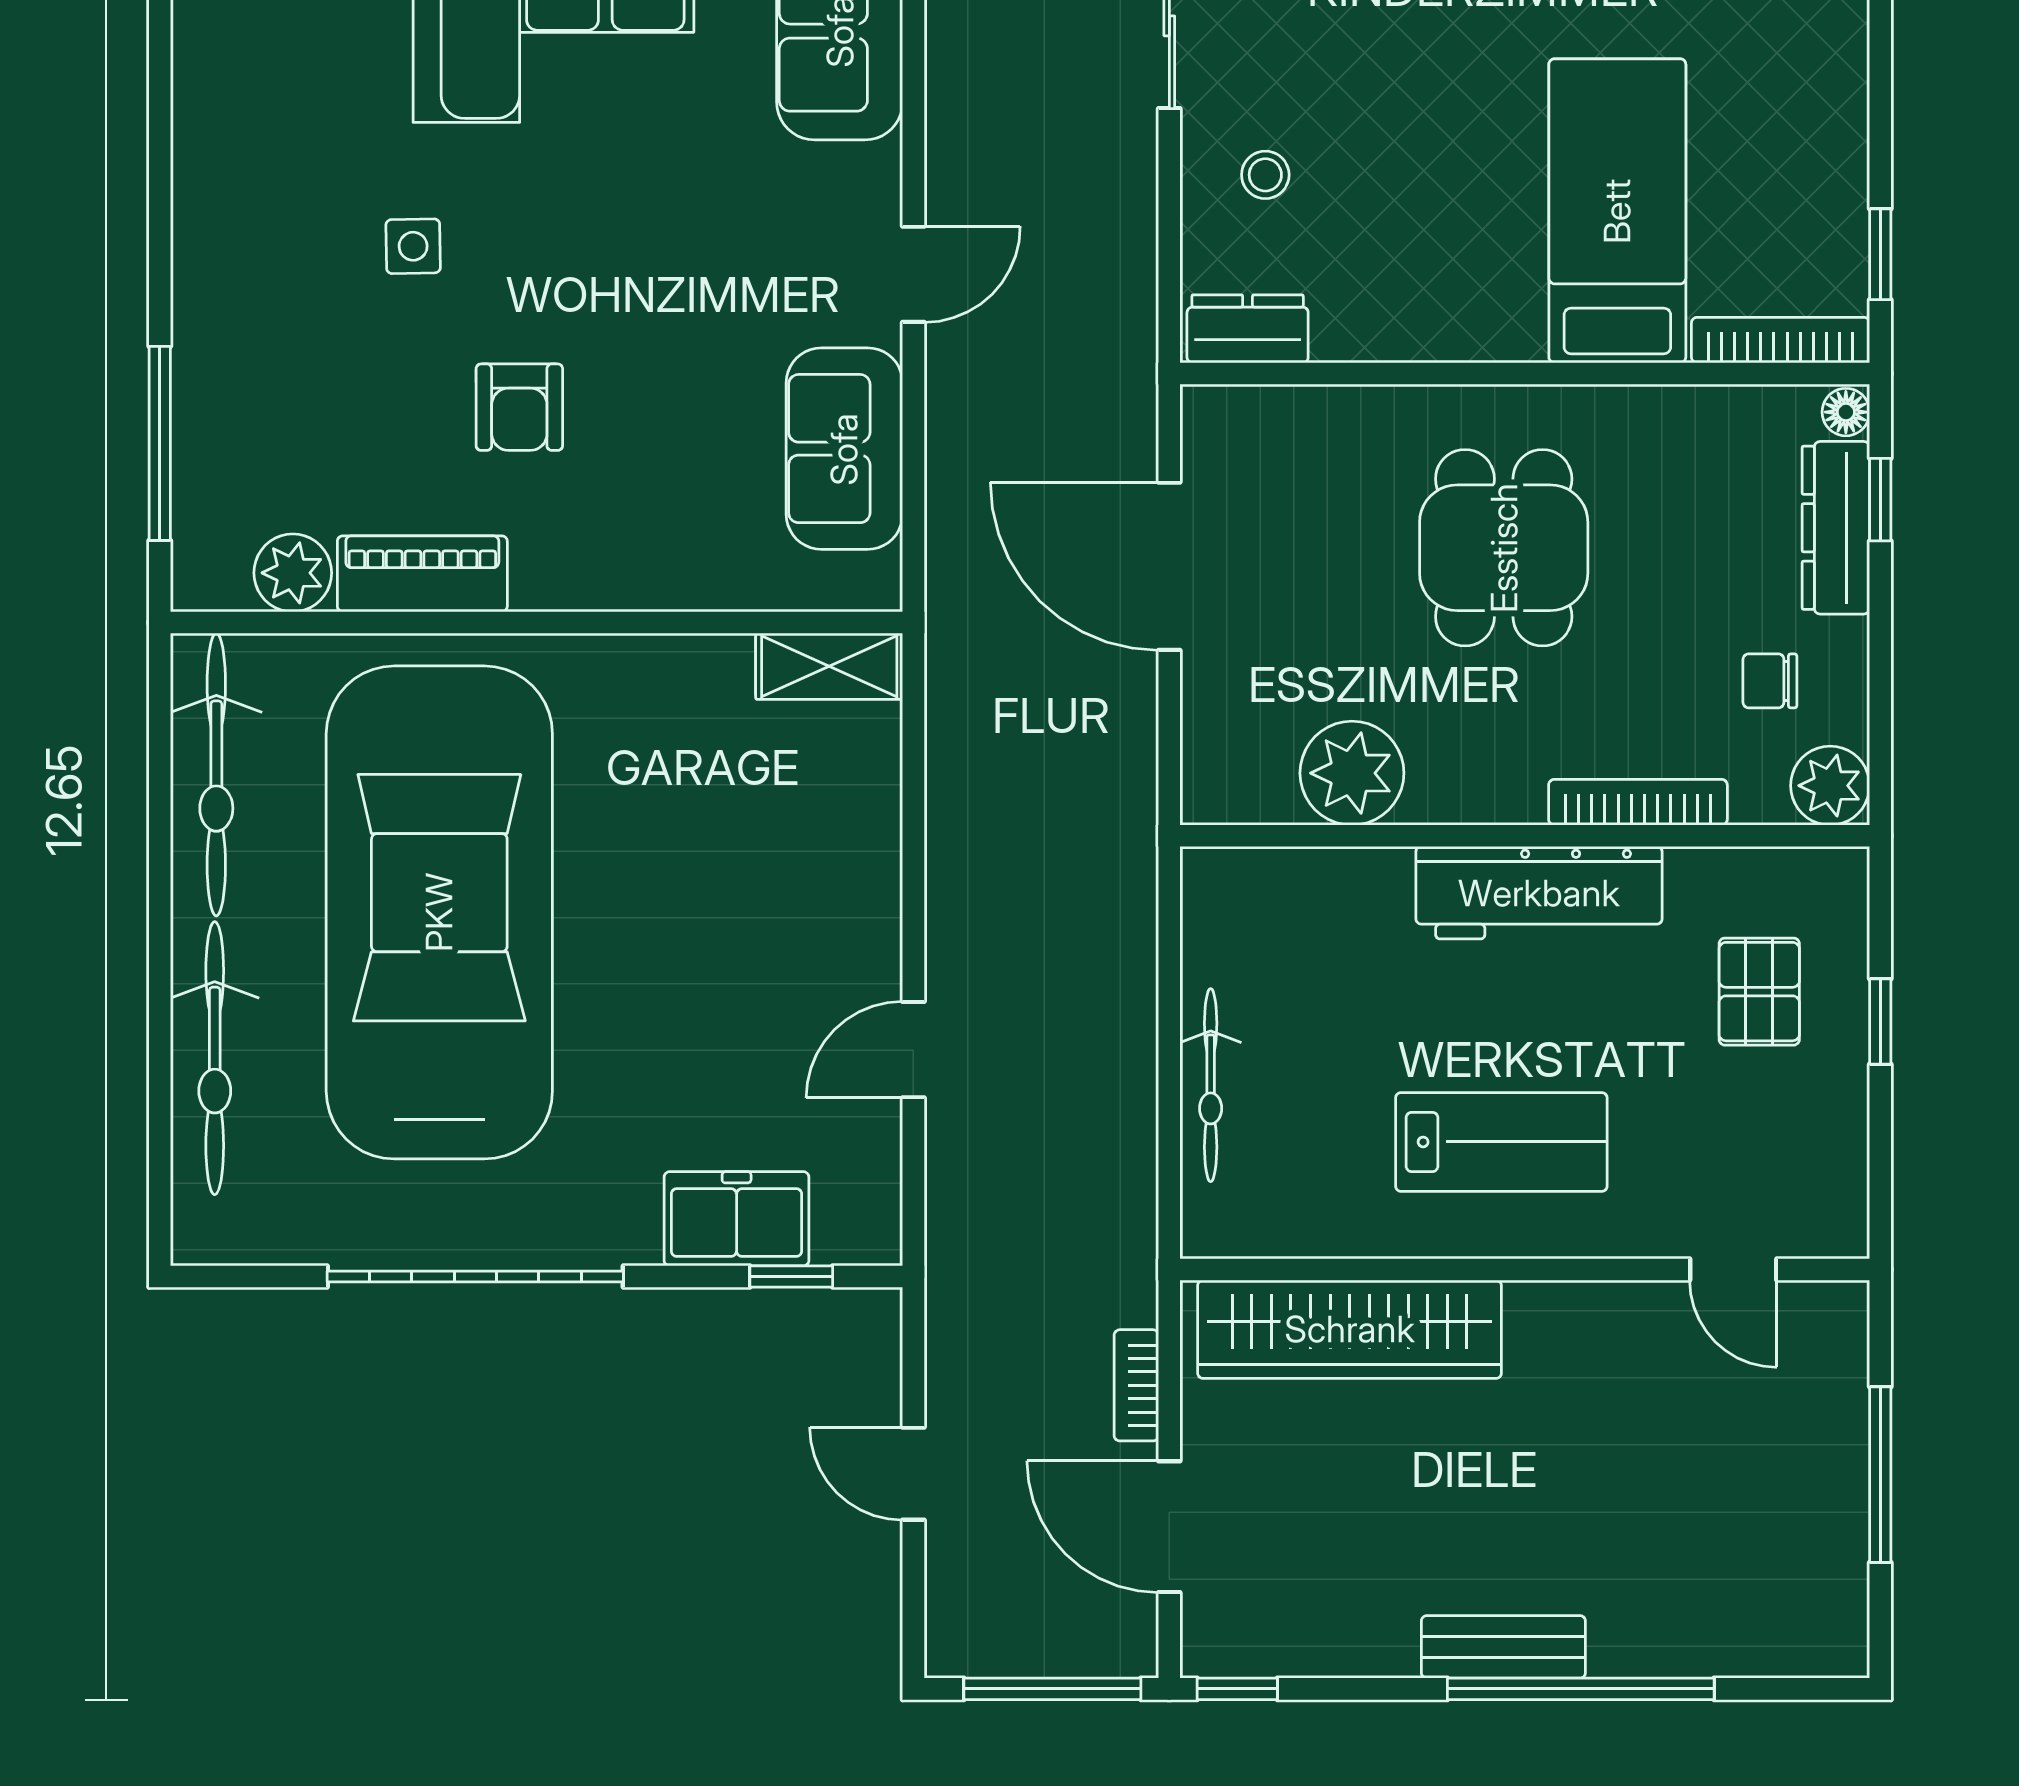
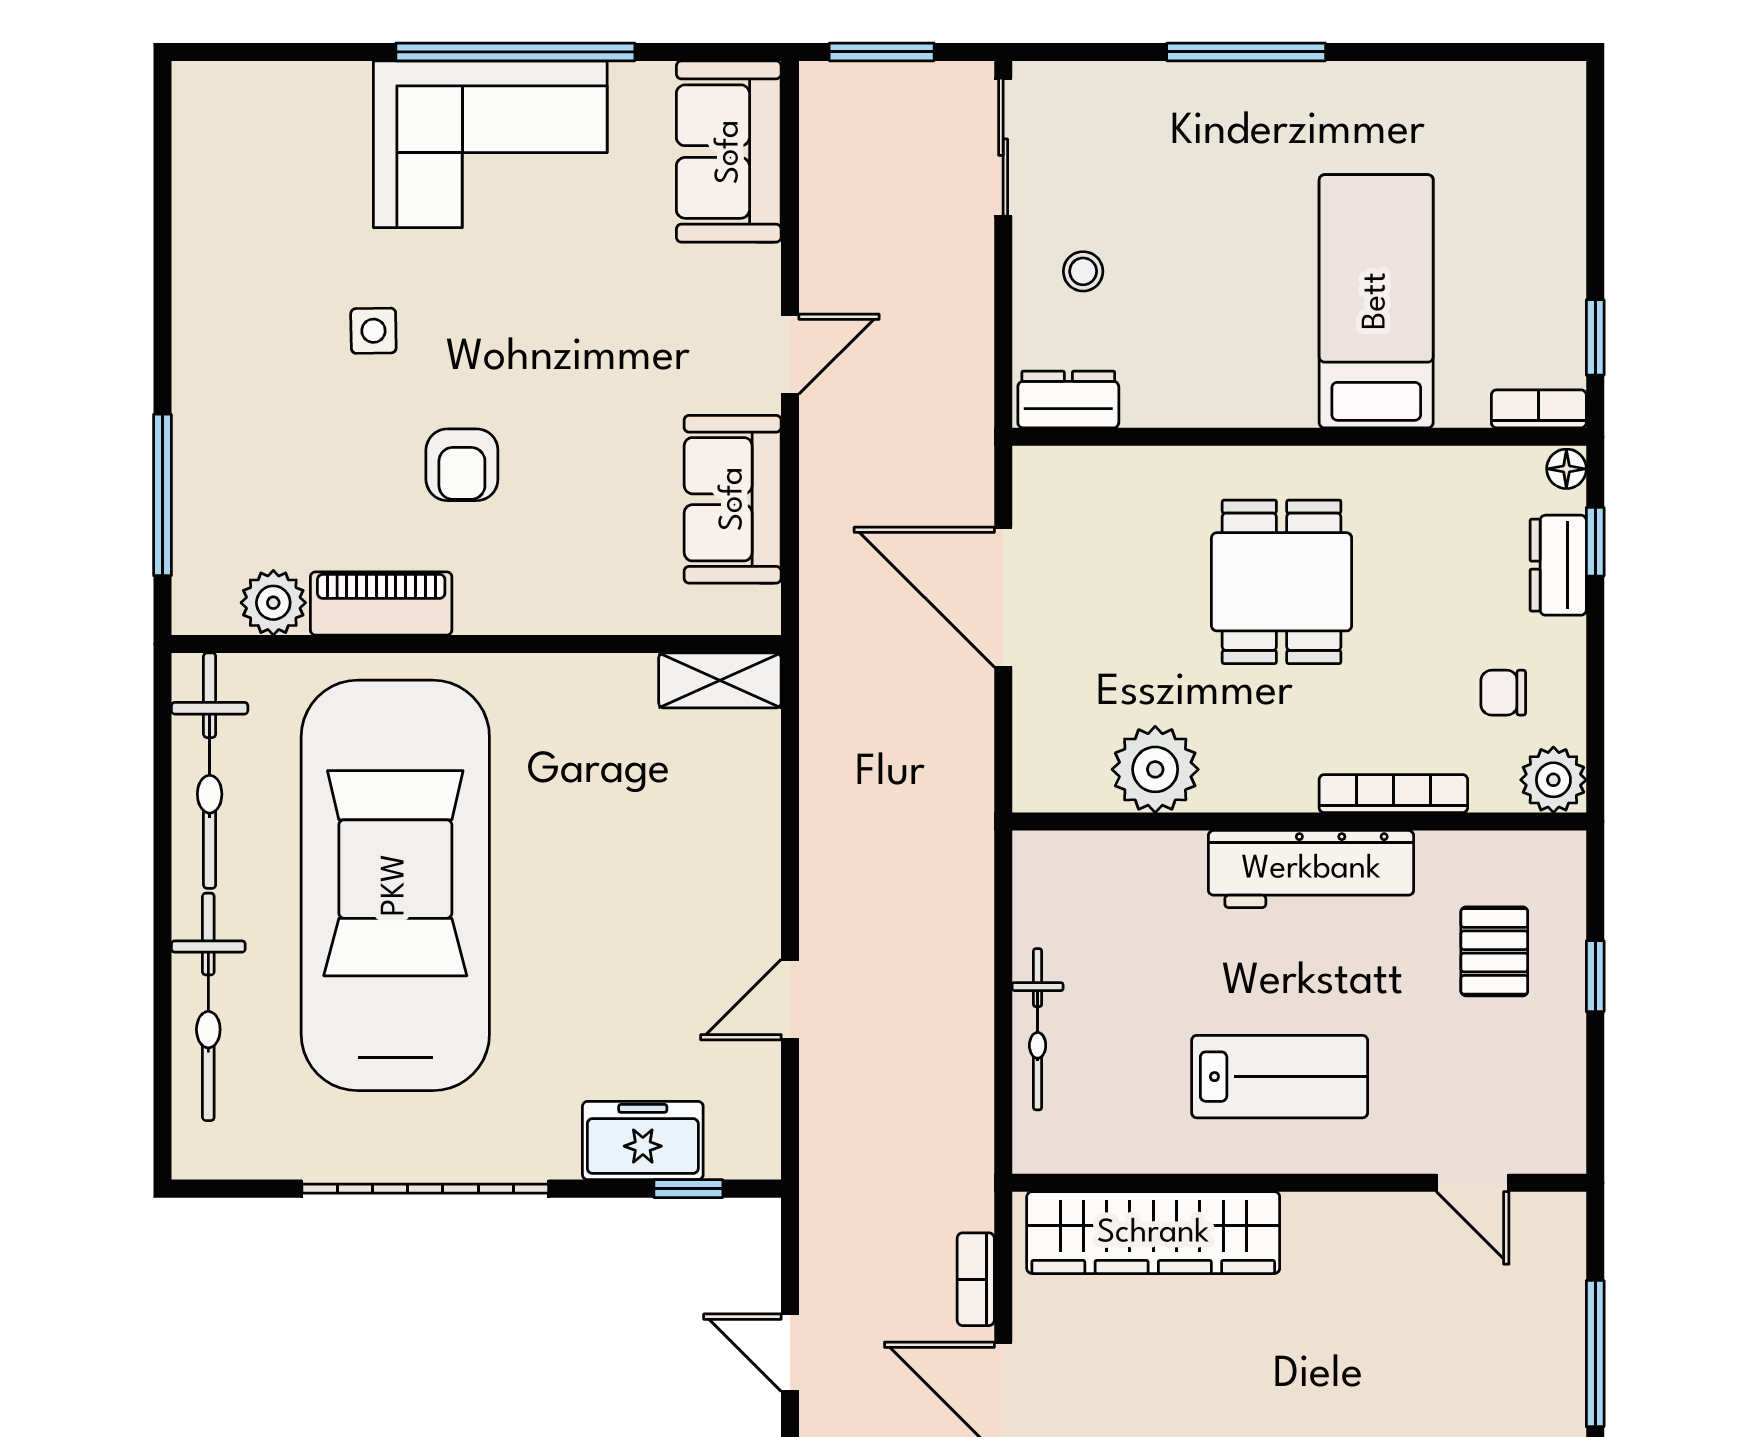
bookcase: (1781, 340) -> (1539, 409), width x0.64
dresser: (1836, 528) -> (1558, 565), width x0.70

